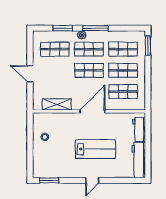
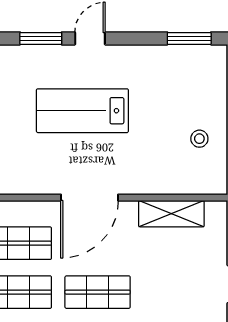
window: (114, 180) -> (41, 38), added

